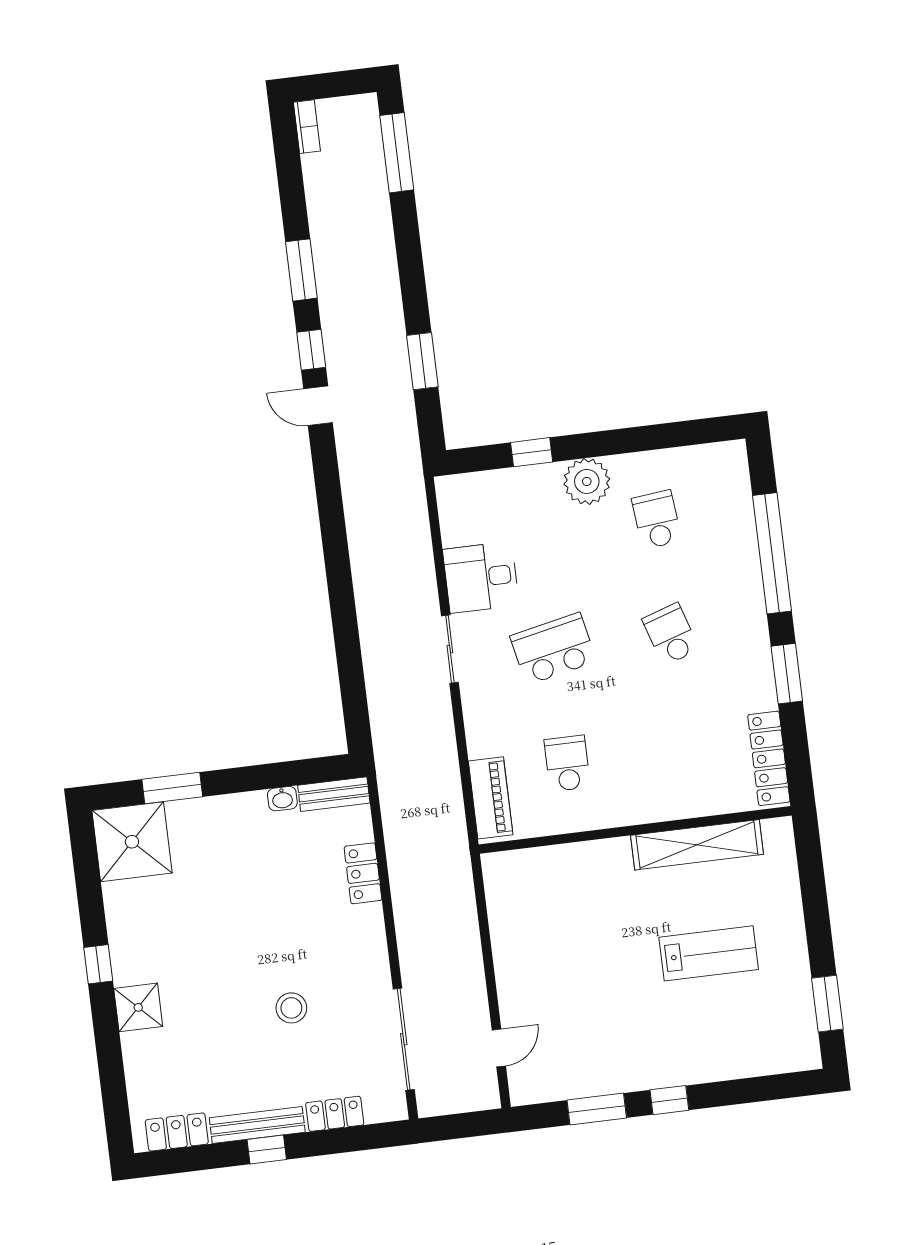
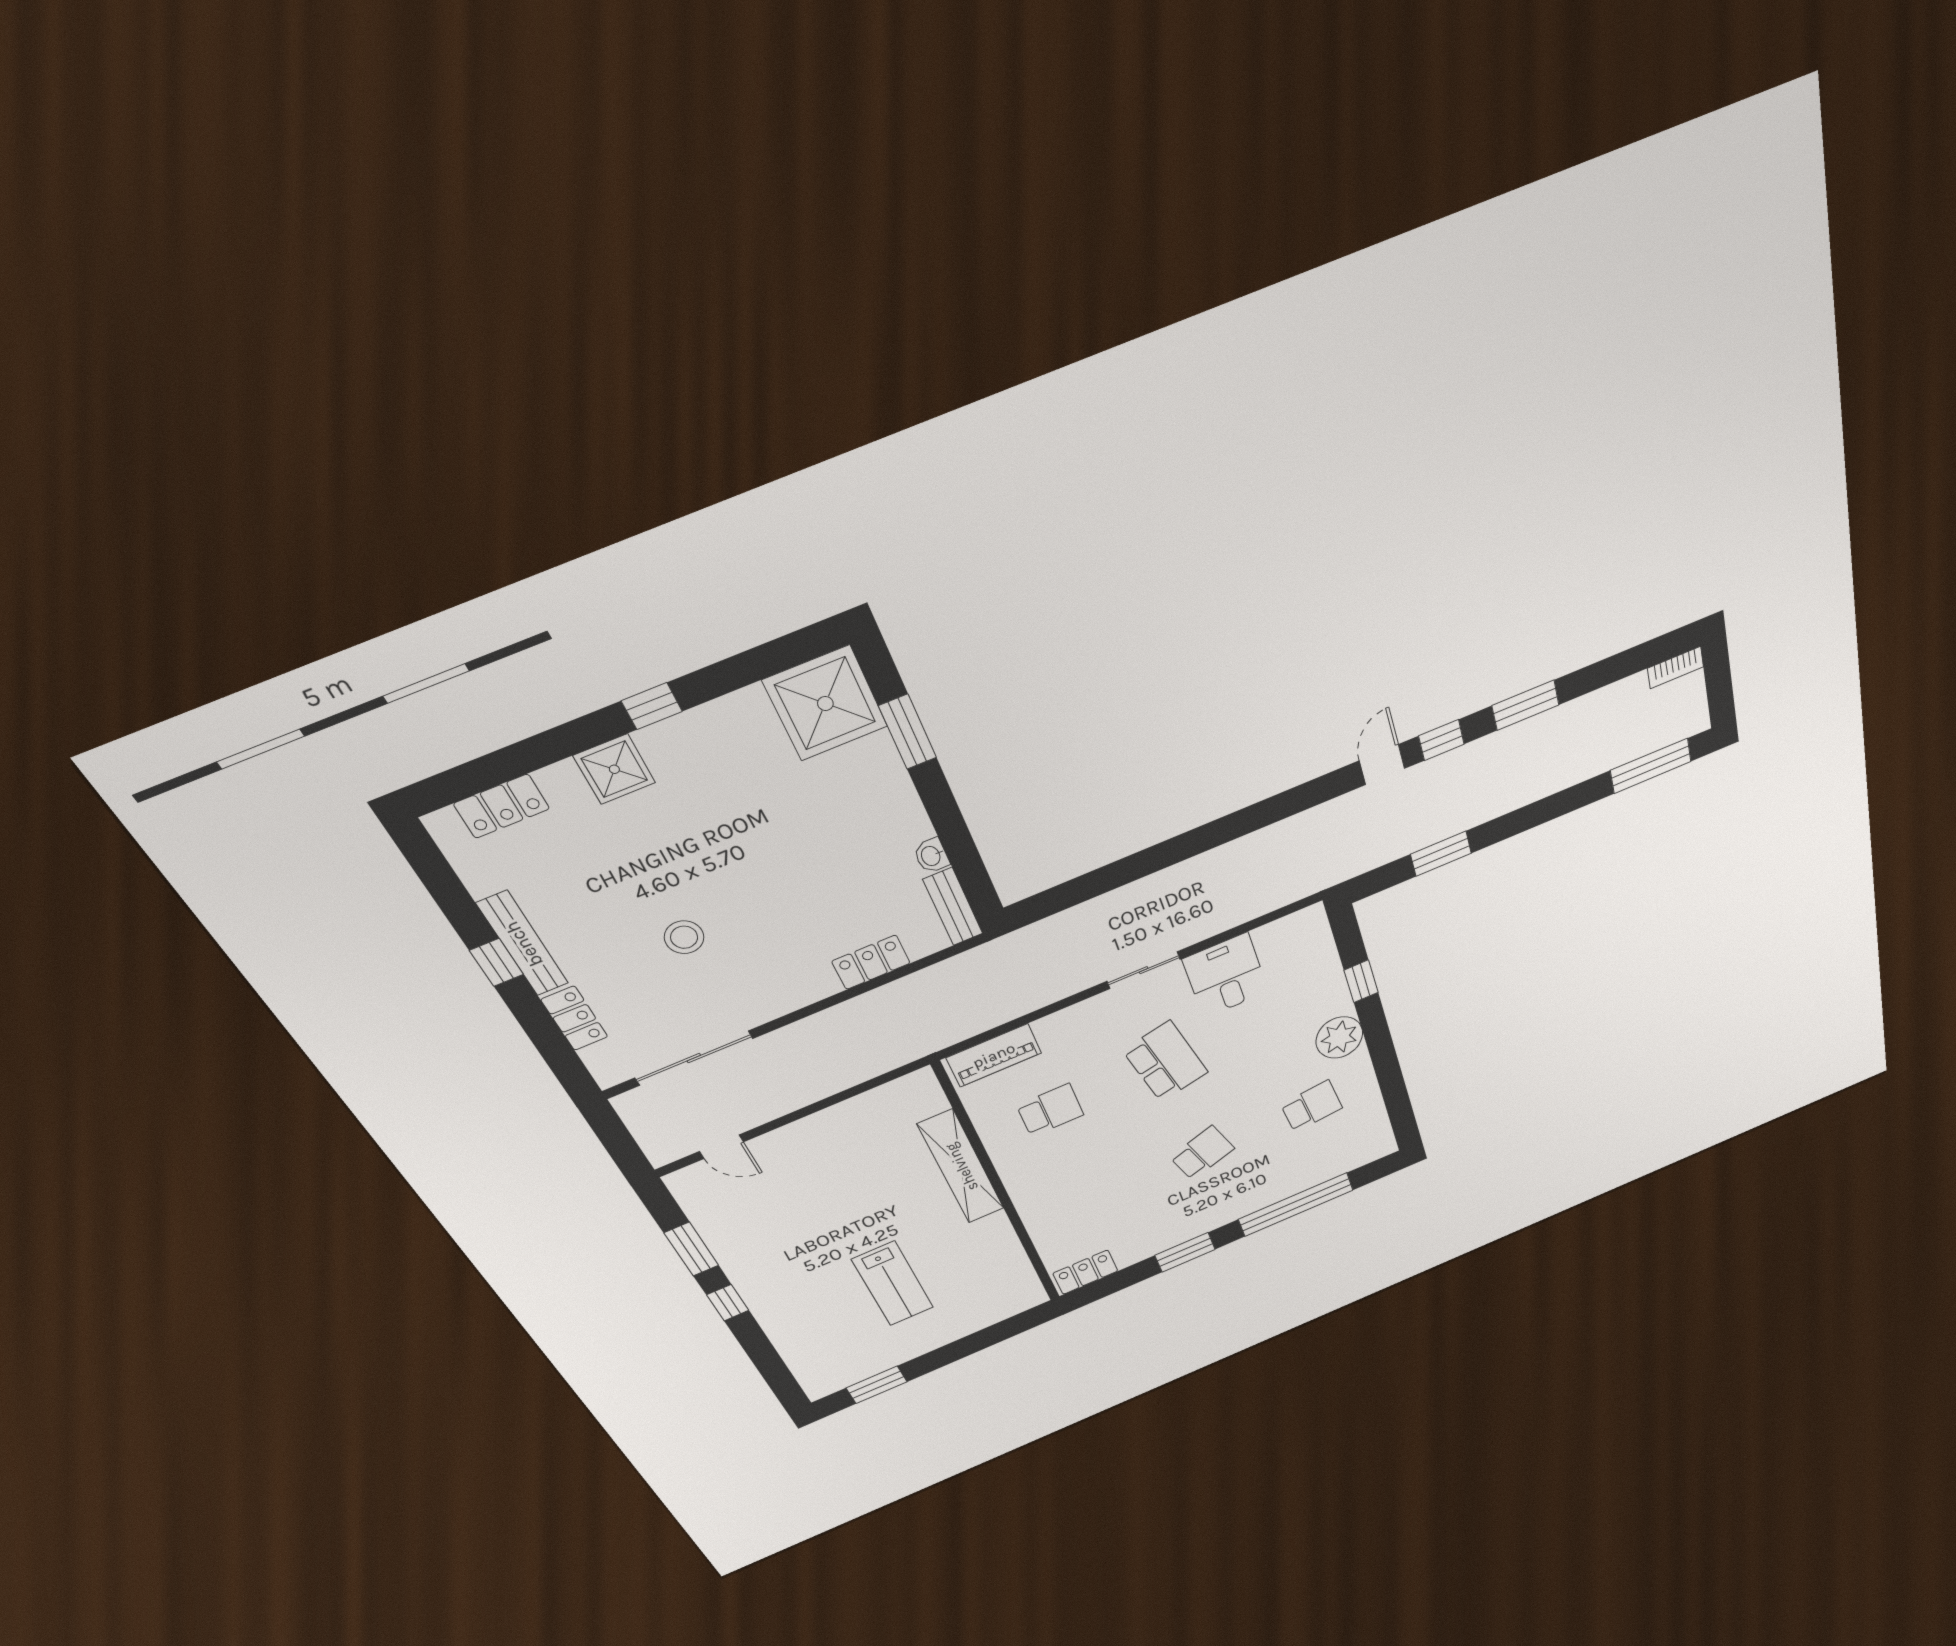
locker: (769, 758) -> (1085, 1272), width x0.66
shelving: (697, 845) -> (961, 1167), moved
locker: (177, 1132) -> (502, 806), moved, turned 90

